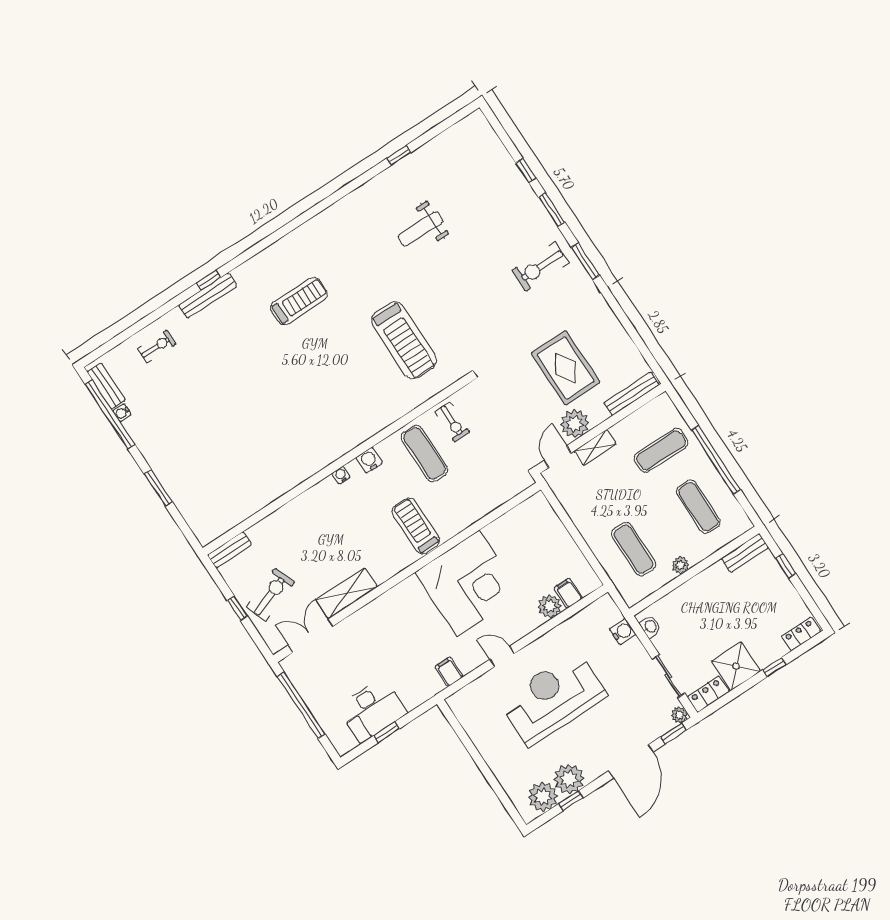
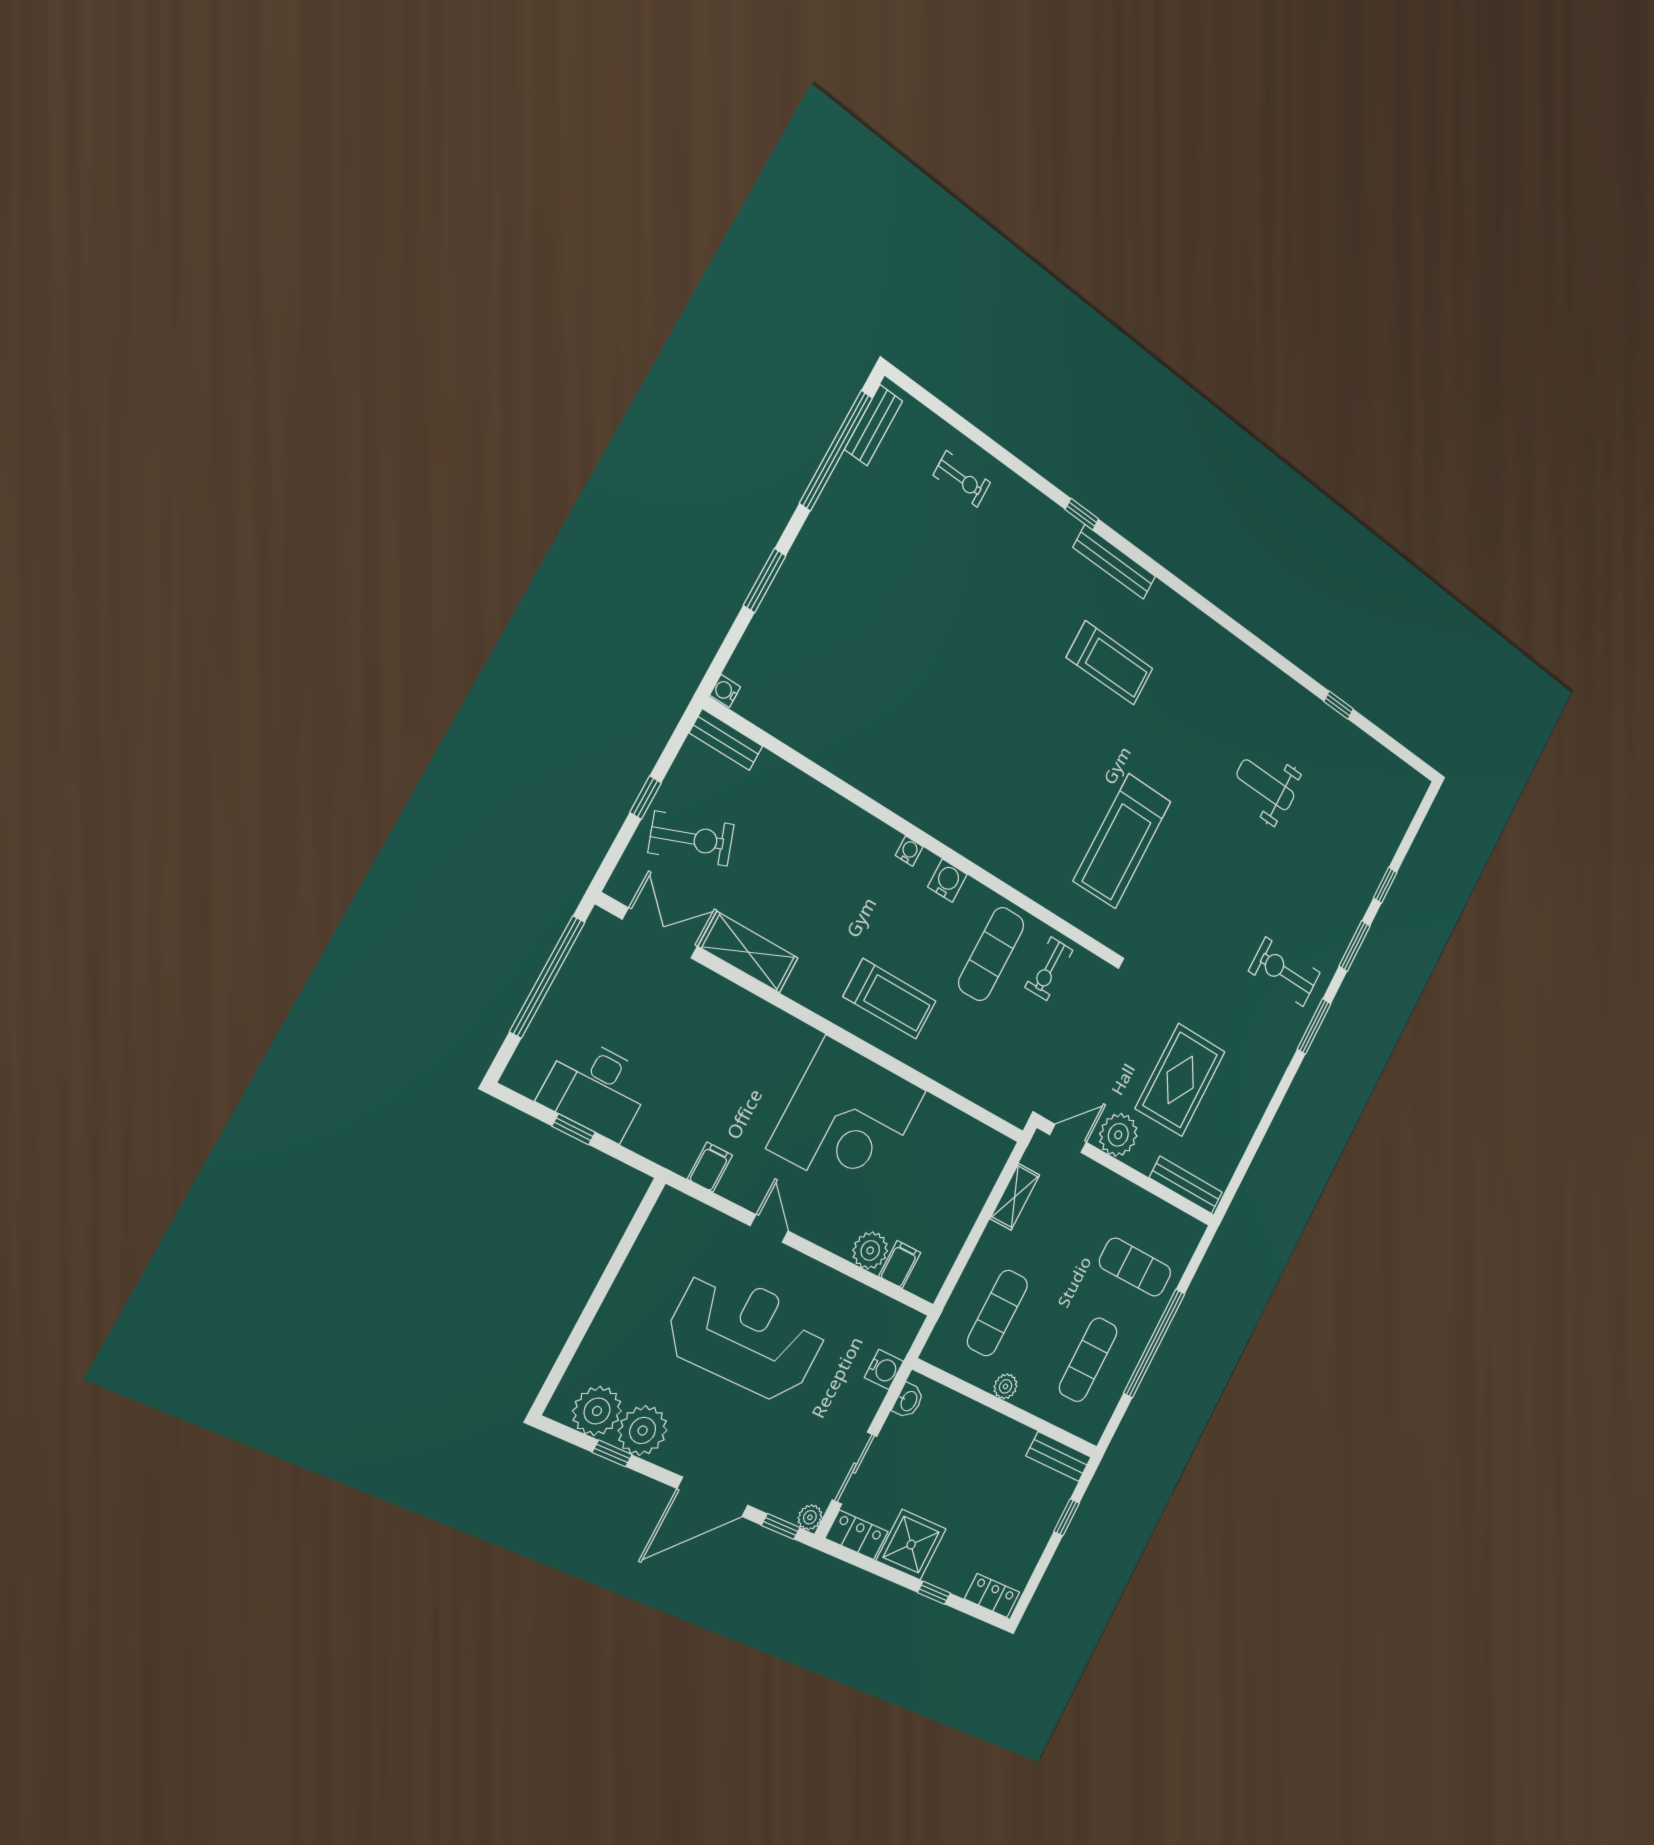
bench: (208, 296) -> (1114, 562), moved
water cooler: (122, 413) -> (725, 691), moved
shelving: (595, 447) -> (1015, 1197), moved, turned 90
treadmill: (416, 526) -> (890, 999), turned 90

